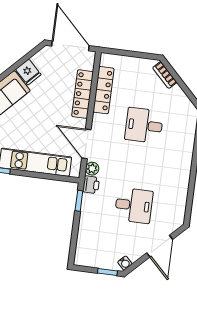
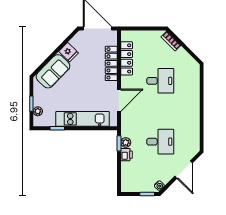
desk: (144, 125) -> (160, 81), turned 180
door: (86, 144) -> (119, 100), swing flipped
plant: (92, 169) -> (126, 142), moved
printer: (91, 185) -> (126, 155), moved

